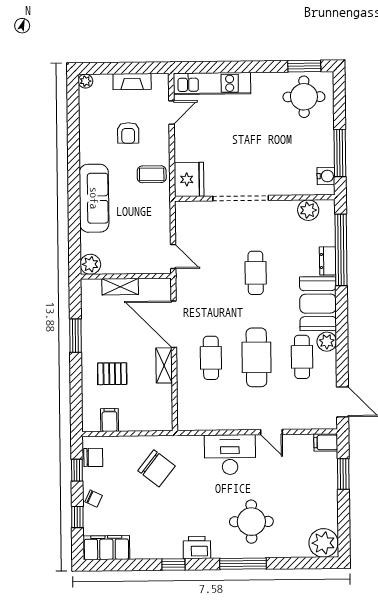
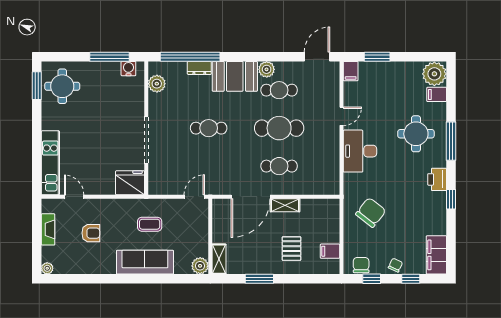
coffee table: (152, 174) -> (150, 224), moved, turned 90
shelving: (120, 287) -> (219, 259), moved
filing cabinet: (299, 546) -> (437, 94), added

